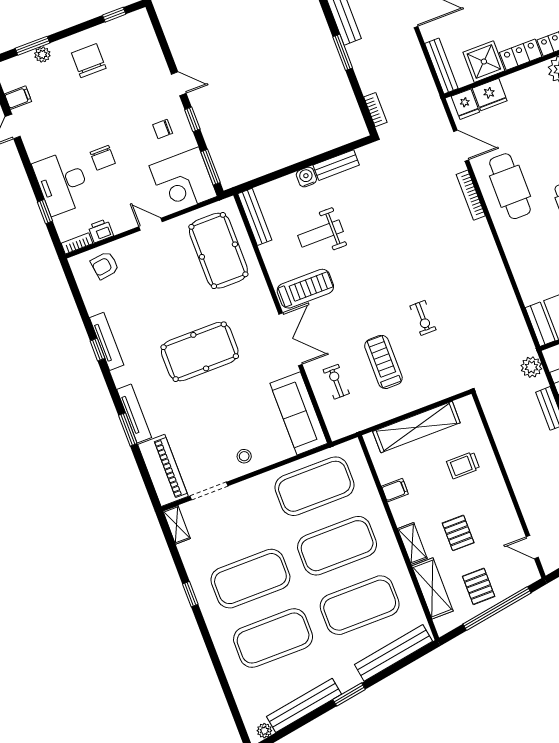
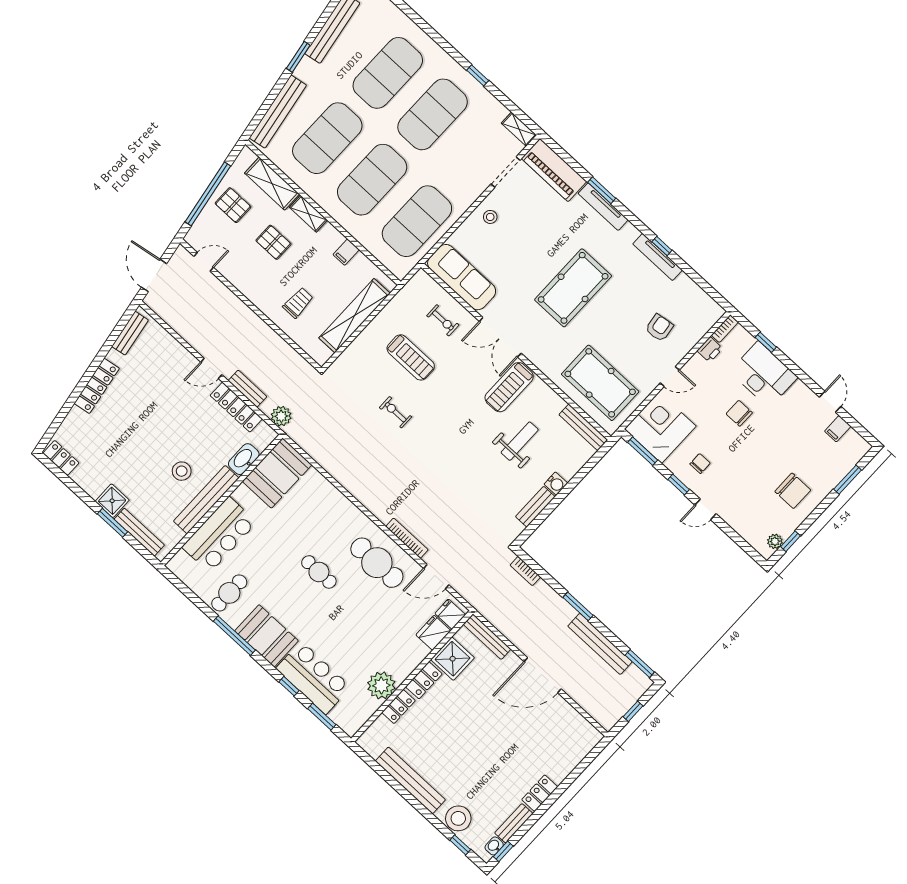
plant: (42, 55) -> (775, 541), moved
armchair: (105, 265) -> (659, 328), moved

